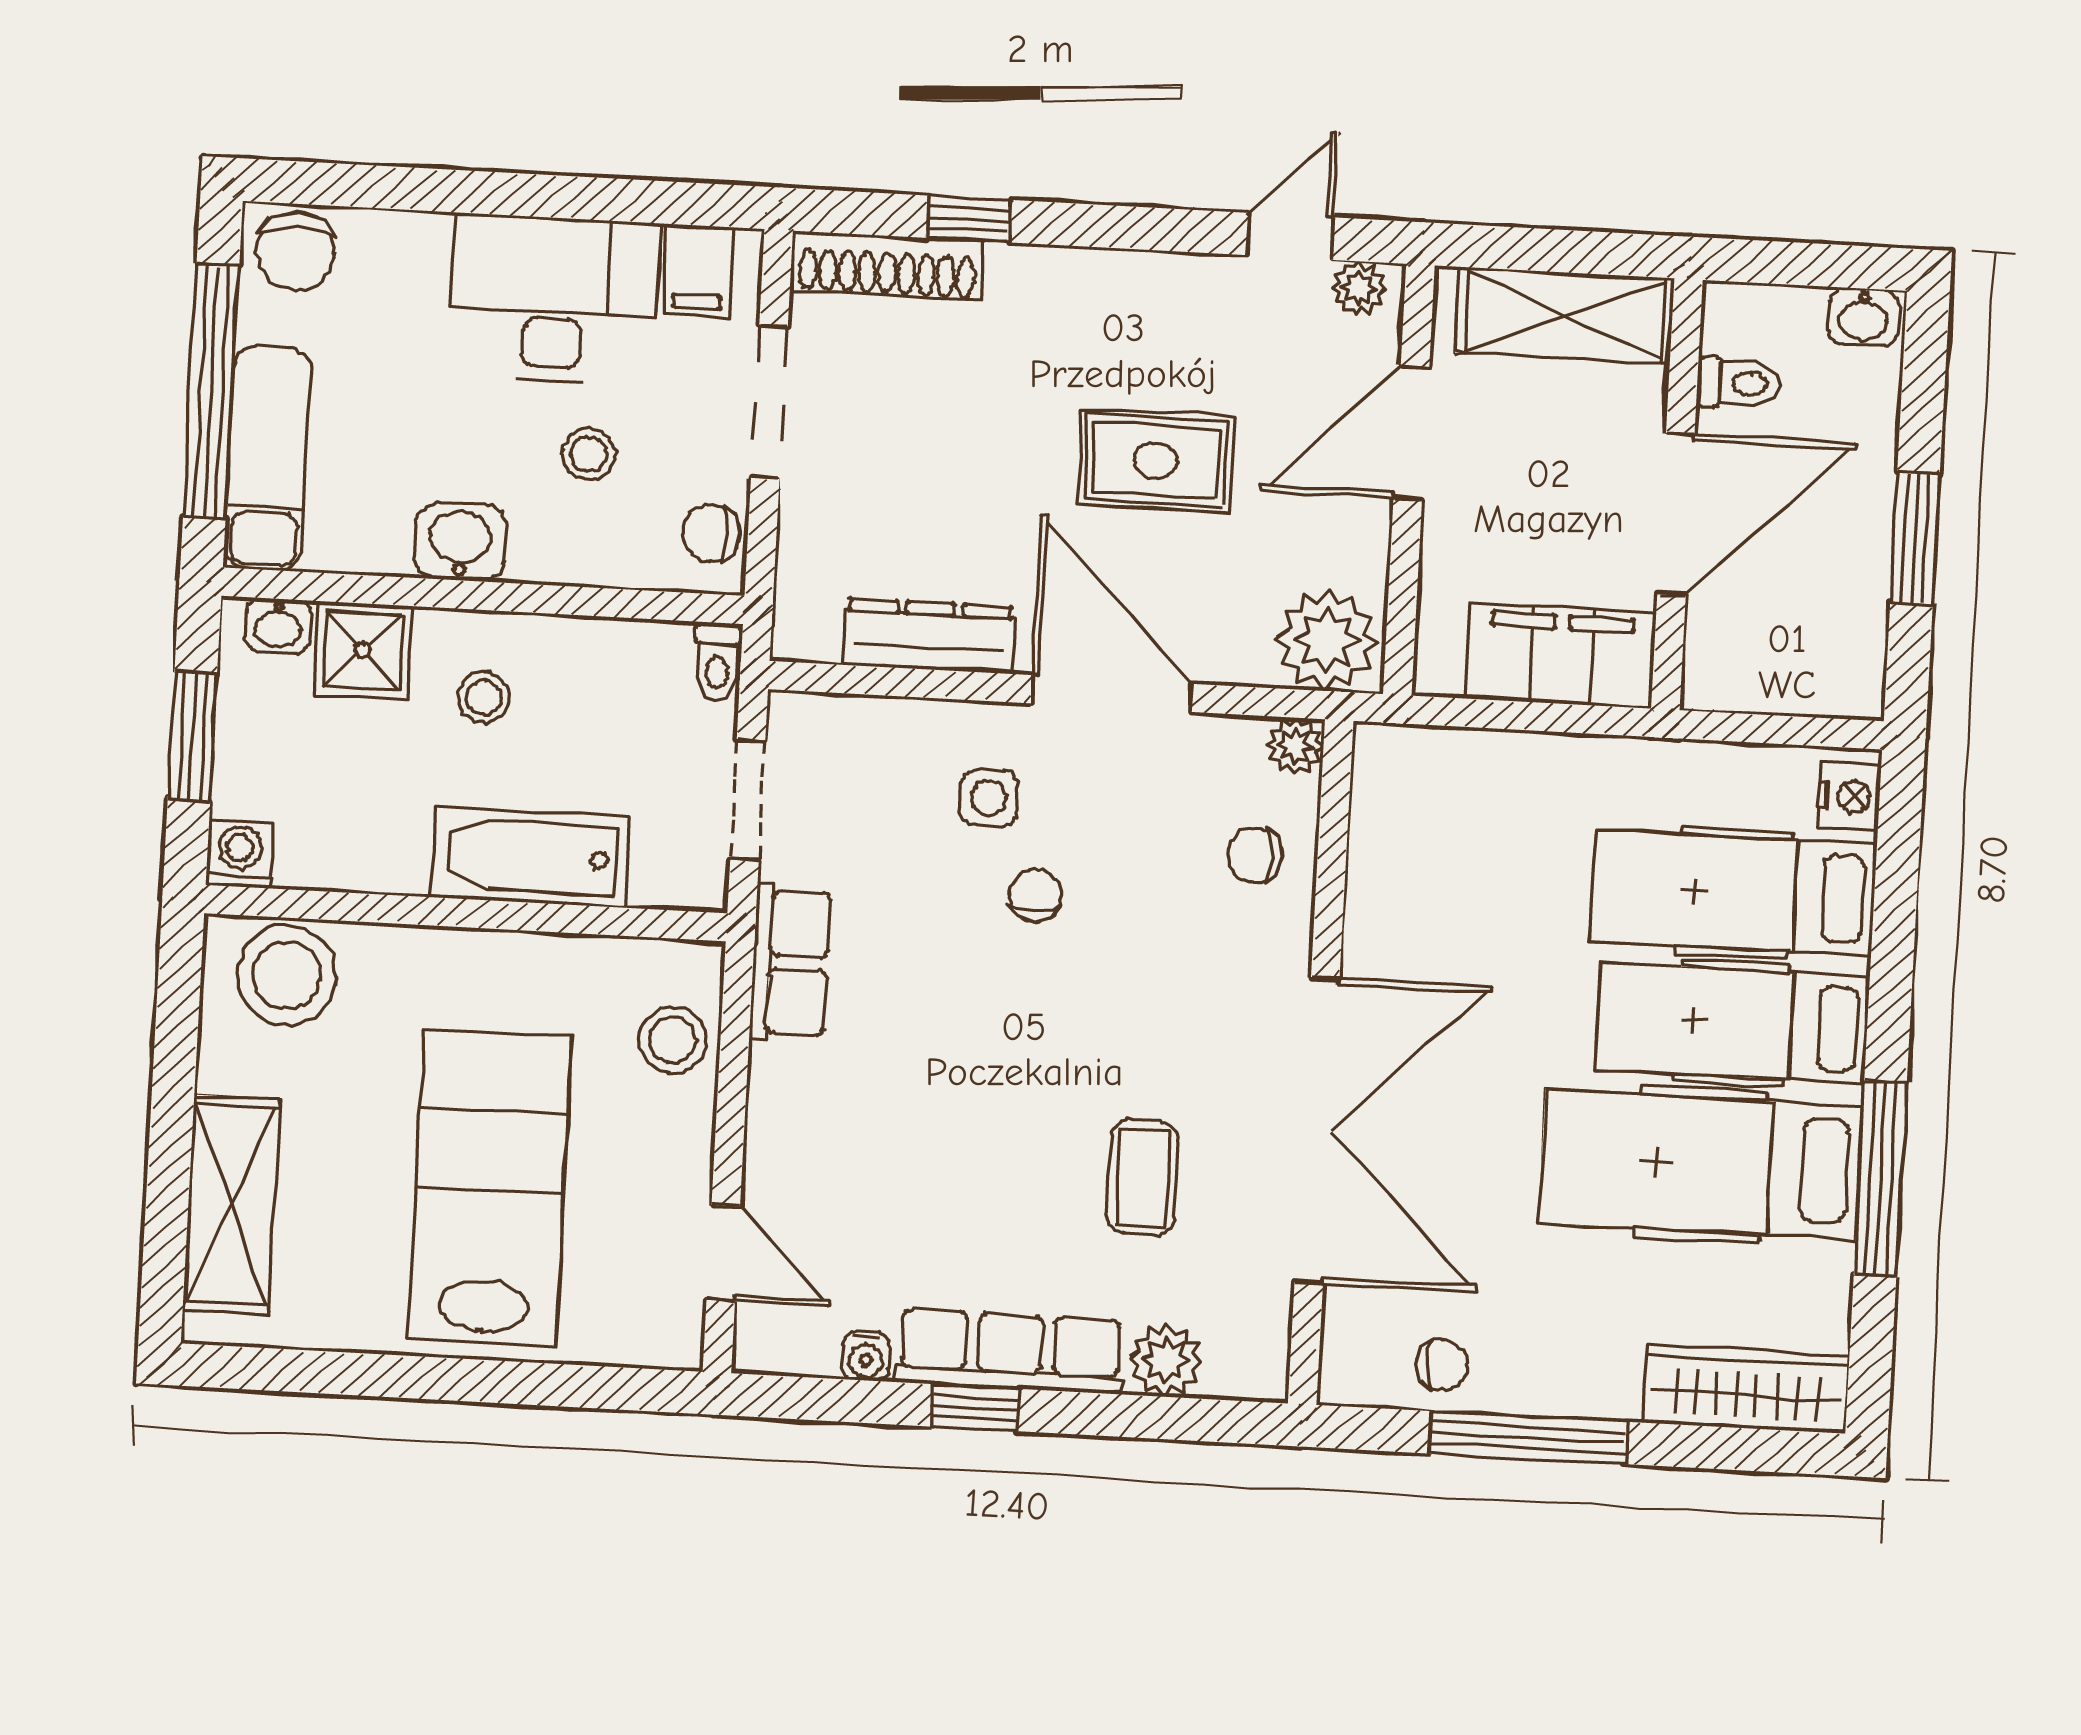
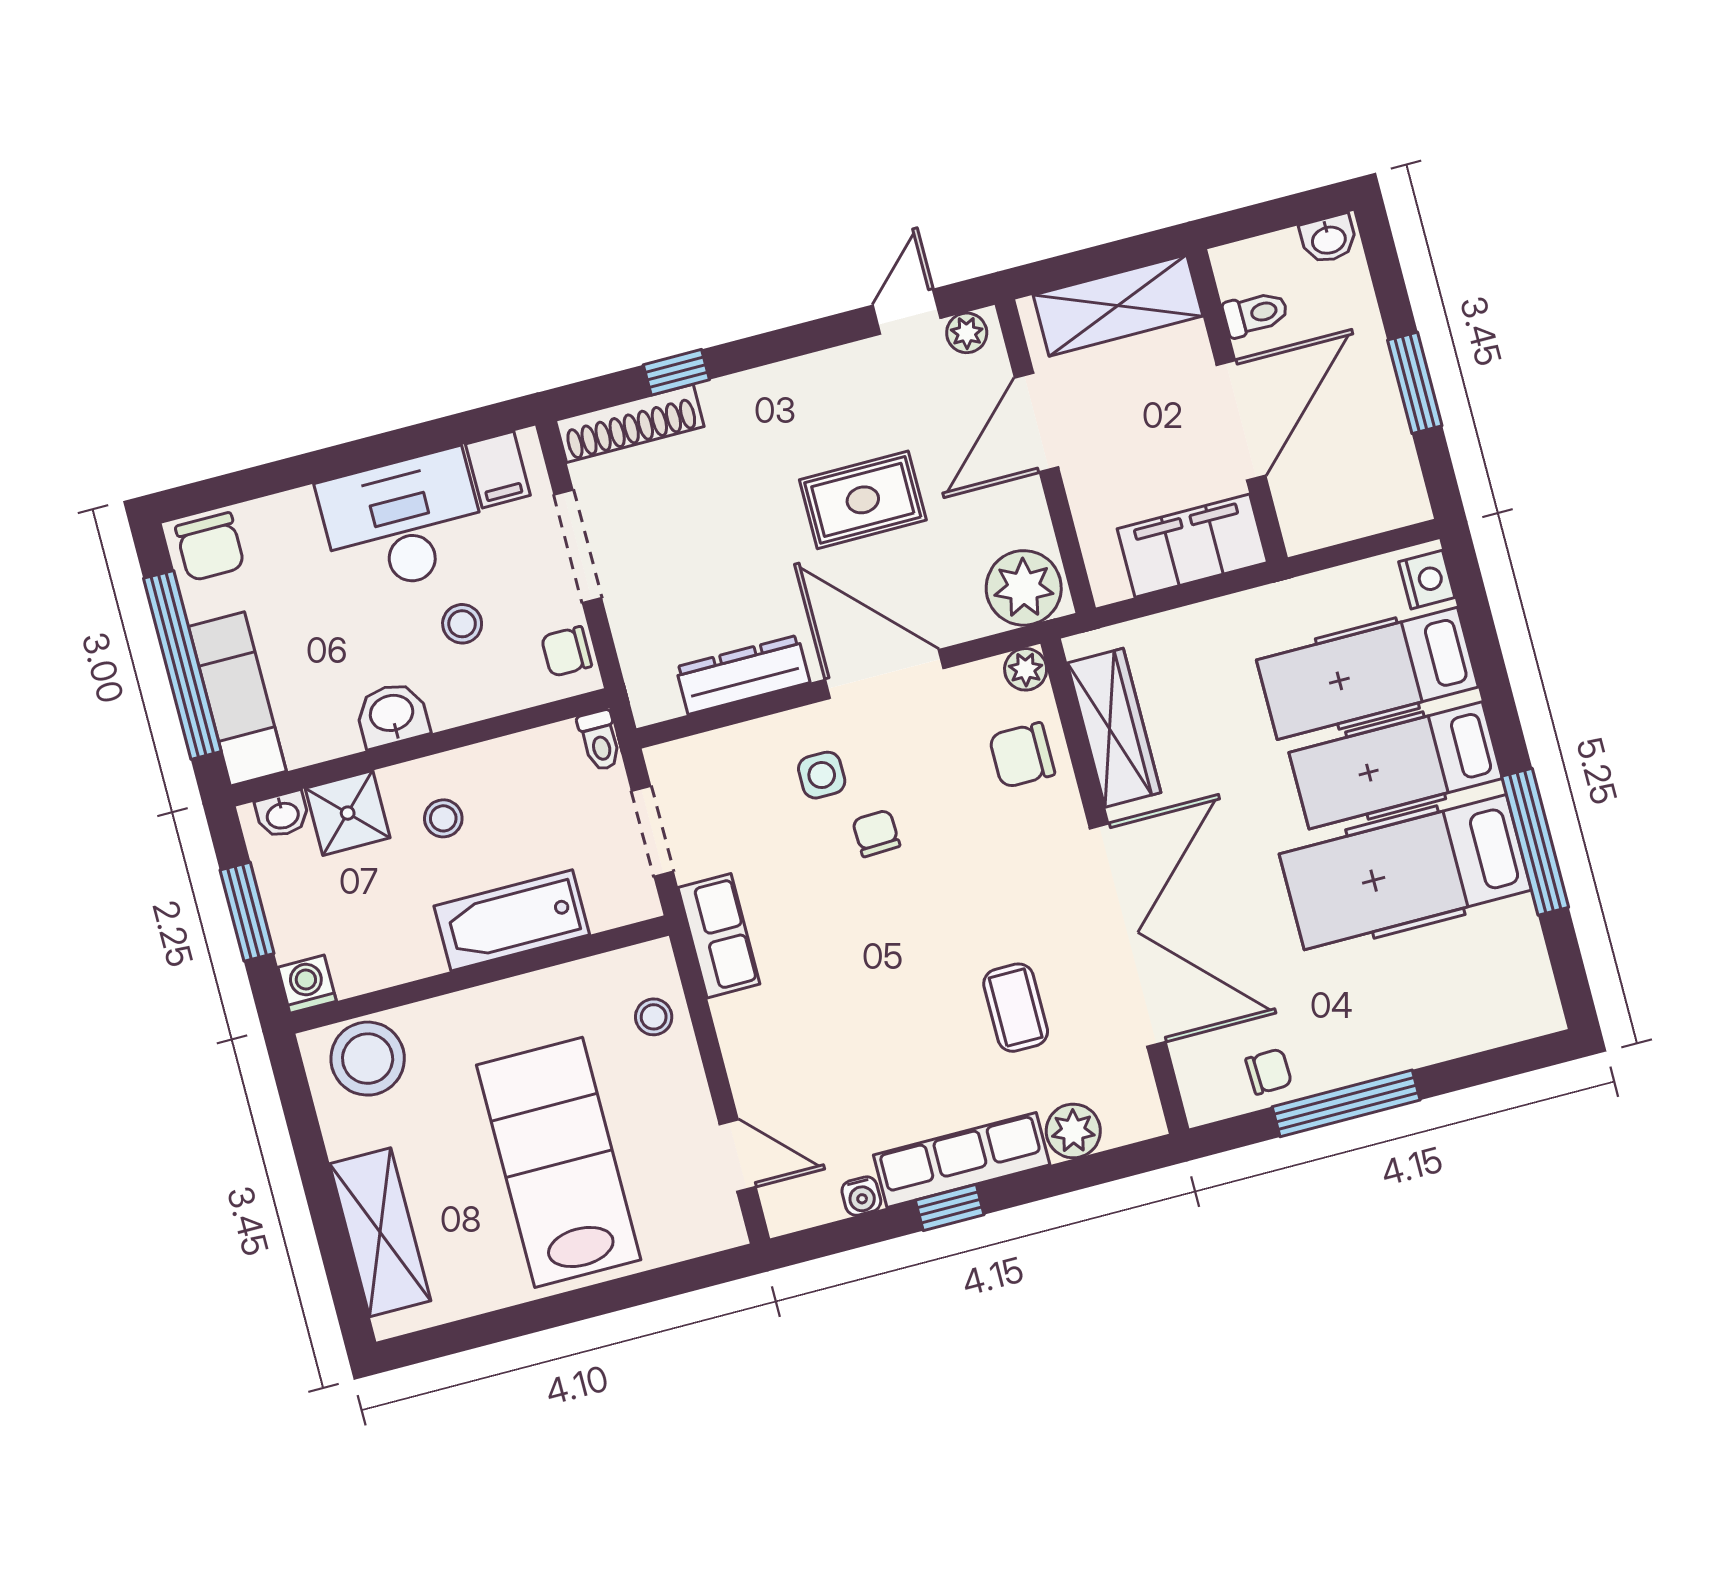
chair: (1255, 855) -> (1022, 755), width x1.37, depth x1.37
stool: (673, 1040) -> (654, 1017), width x0.73, depth x0.73
wardrobe: (1747, 1389) -> (1114, 728), moved, turned 90

